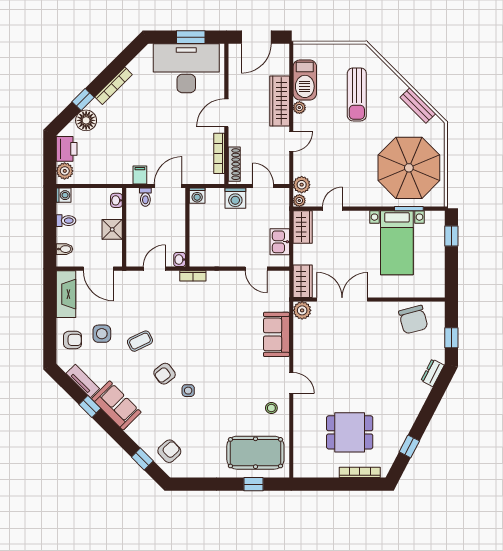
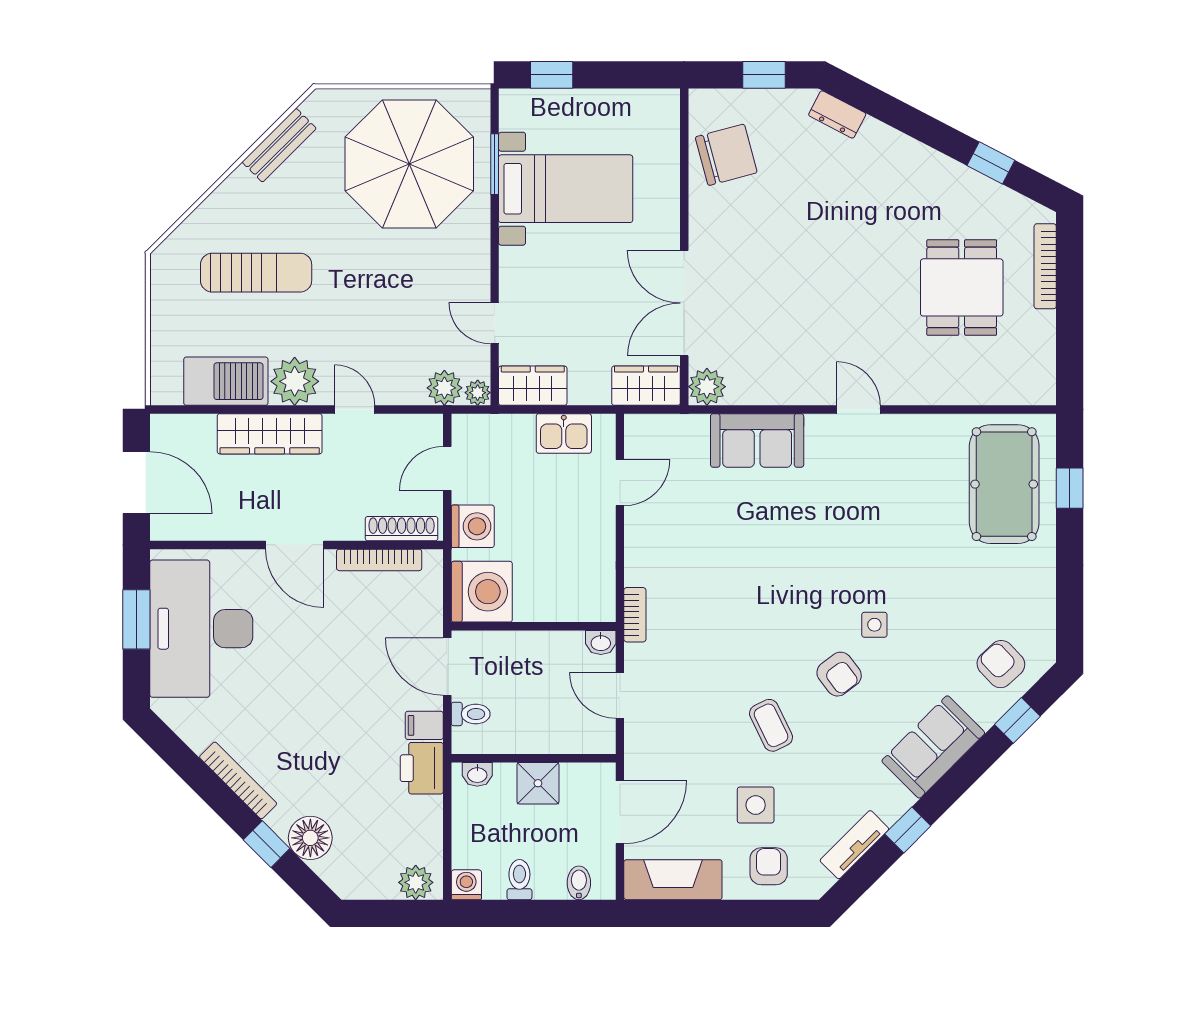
plant: (299, 108) -> (295, 381), width x1.87, depth x1.87
printer: (67, 149) -> (422, 768), moved, turned -90
washing machine: (197, 196) -> (482, 592), width x1.89, depth x1.89
door: (291, 383) -> (858, 409), hinge flipped
sofa: (116, 405) -> (933, 747), moved
stool: (271, 408) -> (911, 451), removed

